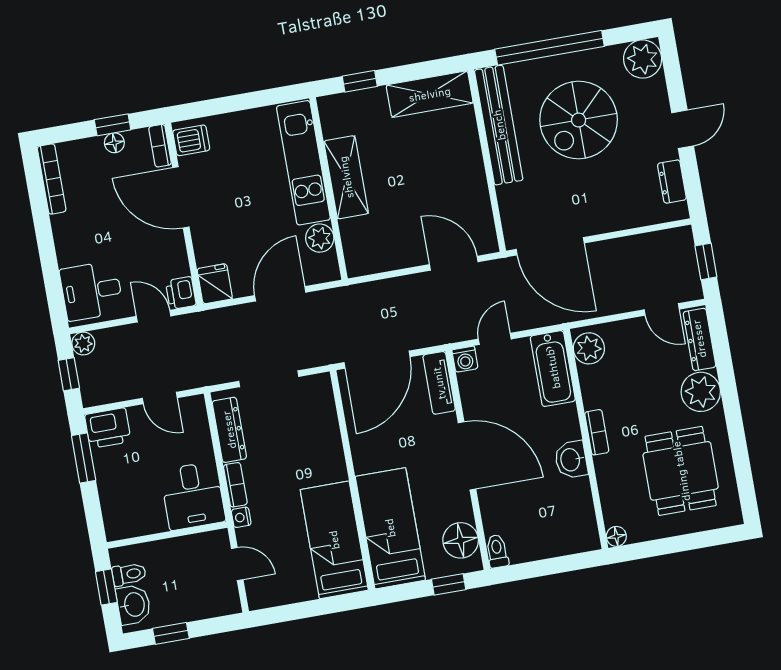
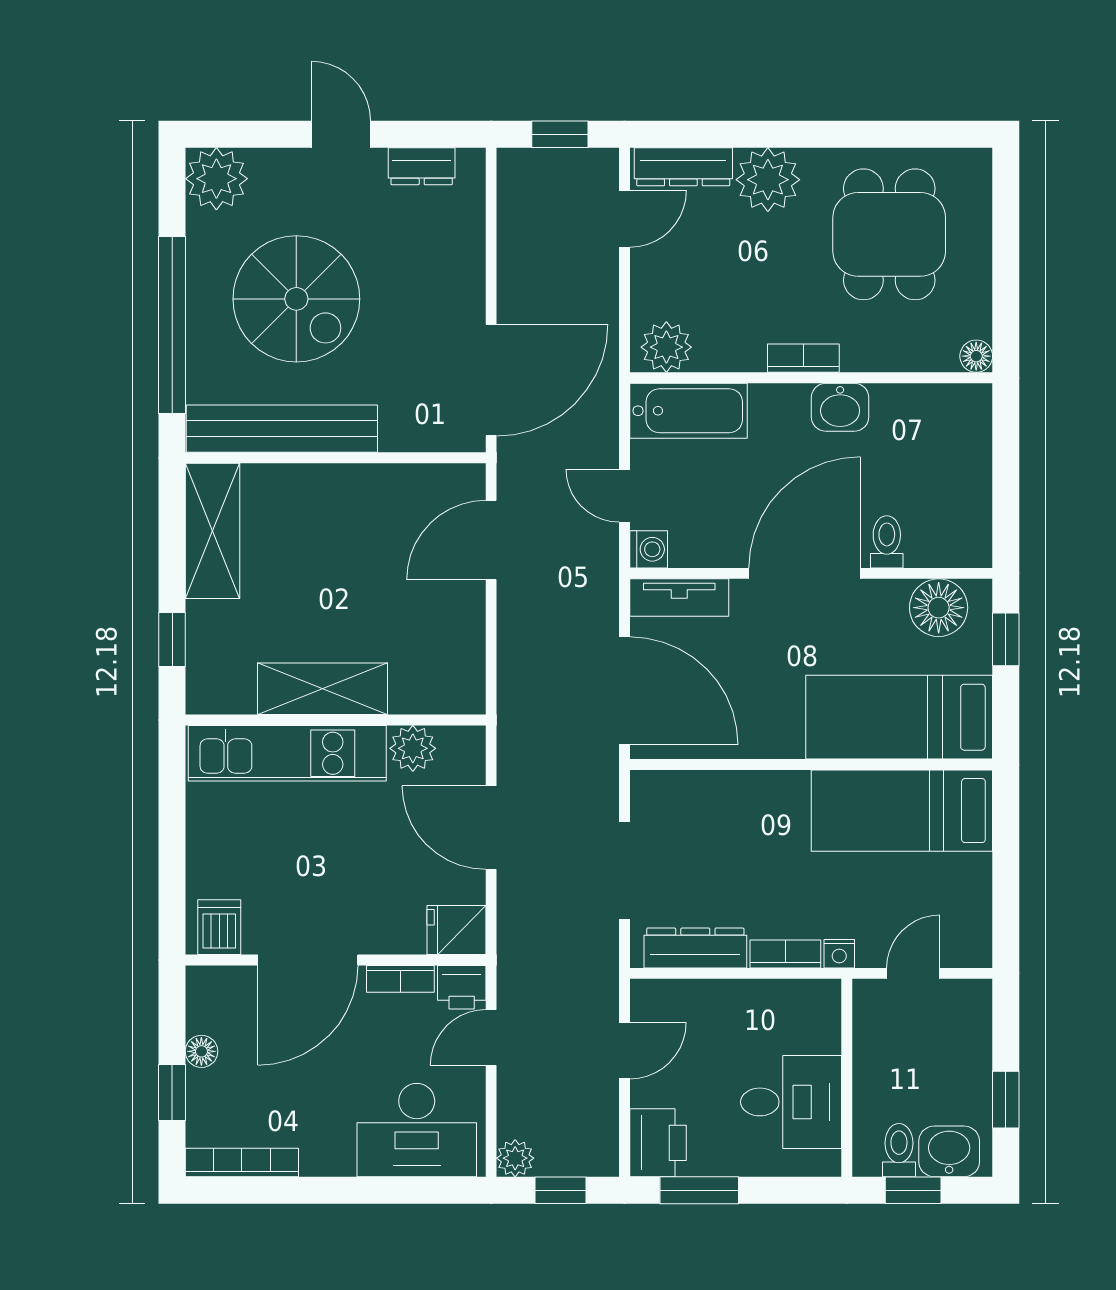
window: (113, 125) -> (172, 1092), moved
bookcase: (160, 146) -> (400, 979), moved
desk: (92, 291) -> (417, 1130), width x1.37
dining table: (681, 471) -> (889, 234), turned 90
desk: (193, 496) -> (791, 1102), moved
toilet: (497, 551) -> (887, 542), moved, turned 90

